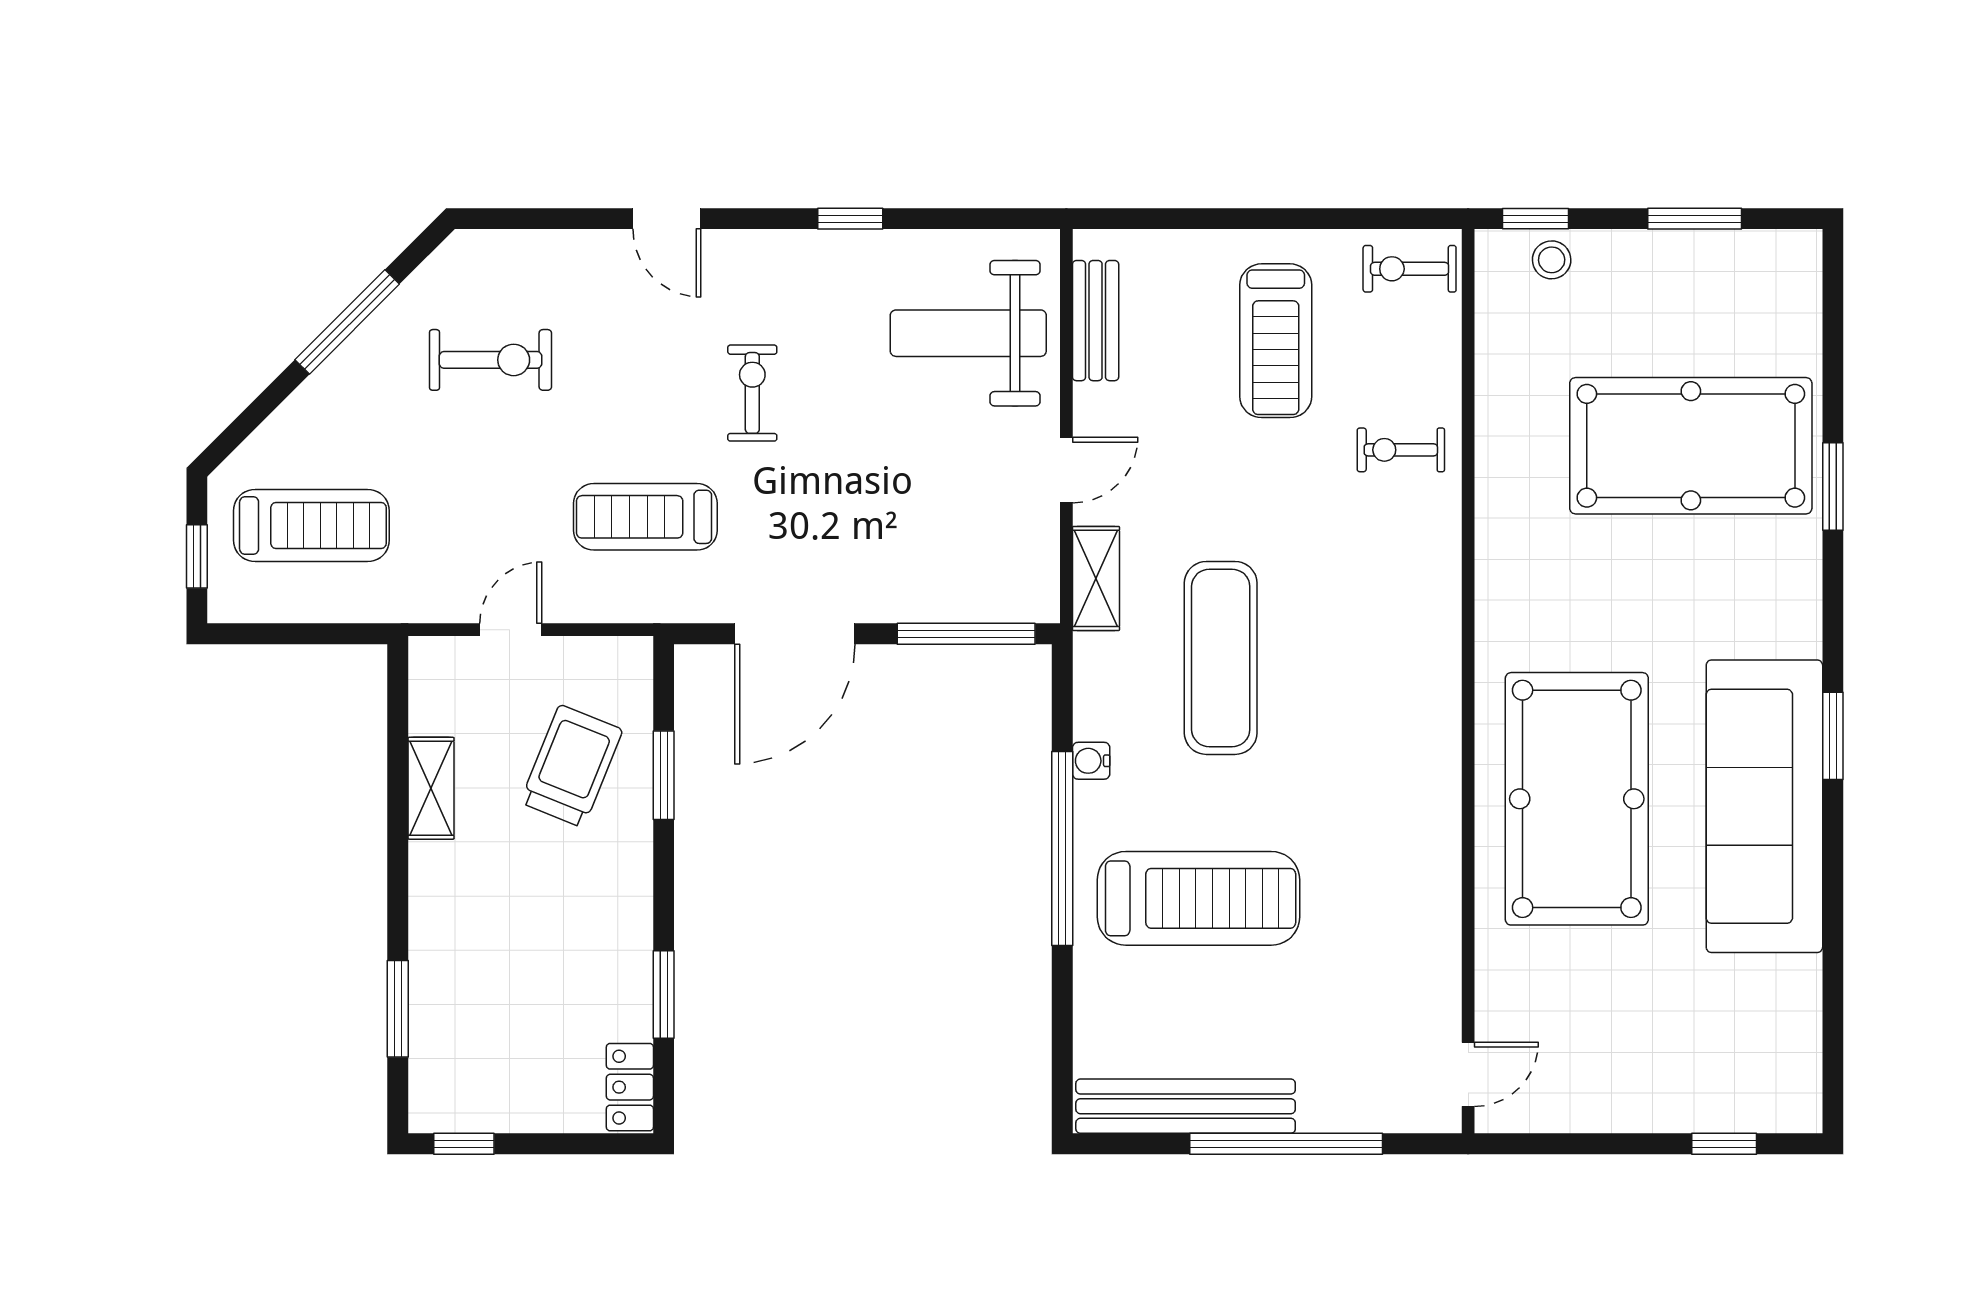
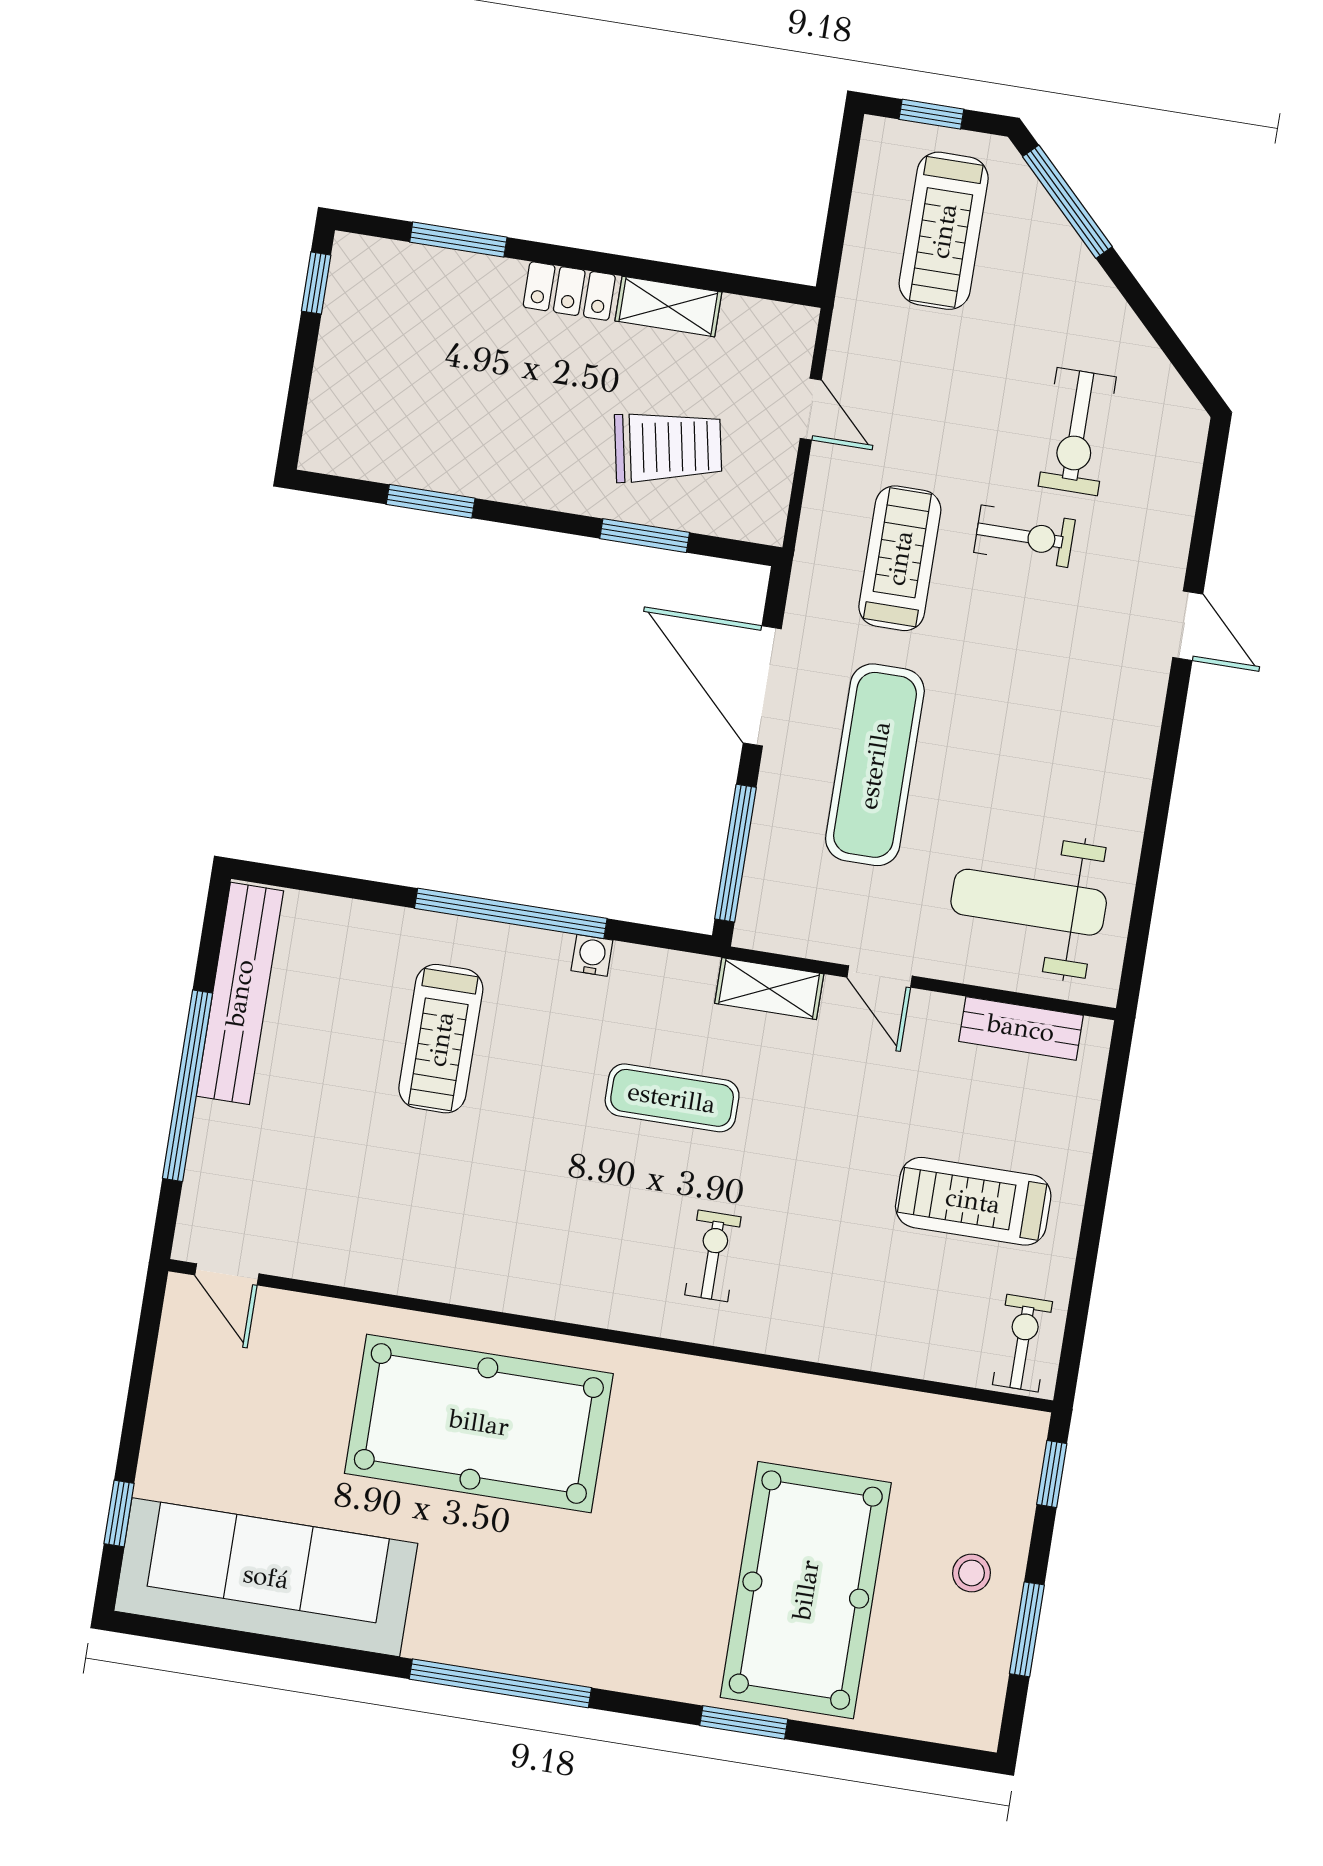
door: (667, 219) -> (1188, 626), swing flipped
window: (850, 219) -> (1159, 805), removed
stool: (1552, 260) -> (972, 1573), moved
window: (347, 322) -> (1067, 202), moved
weight bench: (968, 333) -> (1029, 902), turned -90
exercise bike: (752, 393) -> (1024, 536), moved
exercise bike: (1401, 450) -> (713, 1256), moved
exercise mat: (856, 509) -> (875, 765), added
exercise mat: (1221, 658) -> (672, 1098), width x0.73, depth x0.69
window: (1833, 736) -> (500, 1683), width x2.11
trolley: (571, 766) -> (668, 447), turned -33
sofa: (1764, 806) -> (266, 1577), moved
treadmill: (1198, 898) -> (441, 1039), width x0.73, depth x0.73
locker: (630, 1087) -> (569, 291), moved, turned 180

